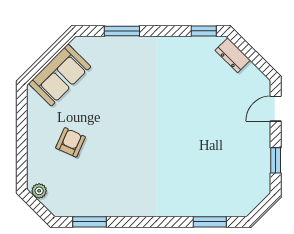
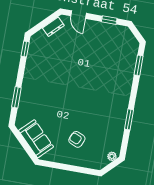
dresser: (233, 55) -> (53, 27), moved
plant: (39, 191) -> (112, 156), moved
window: (90, 222) -> (129, 119), moved

